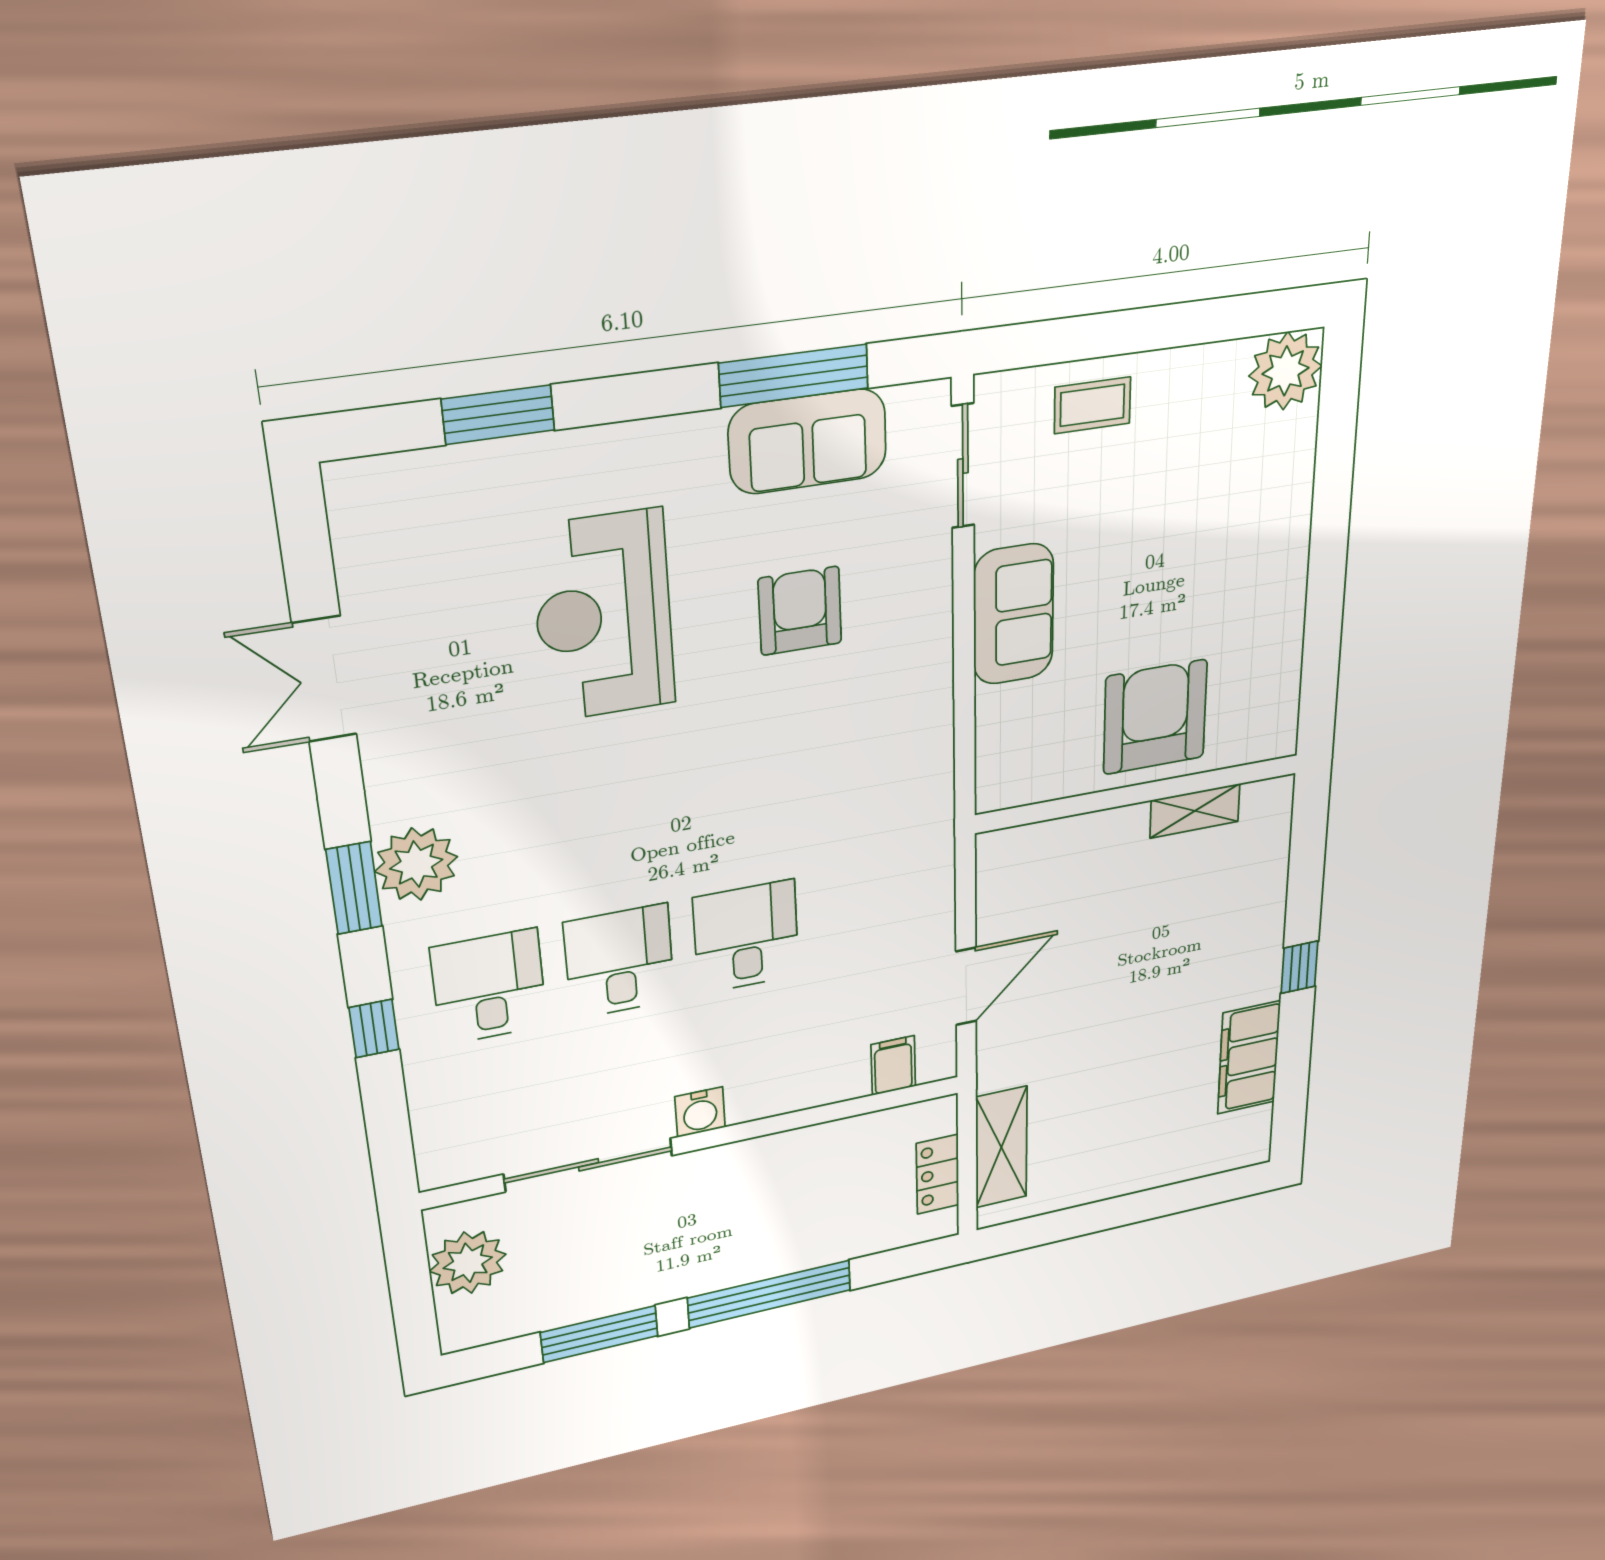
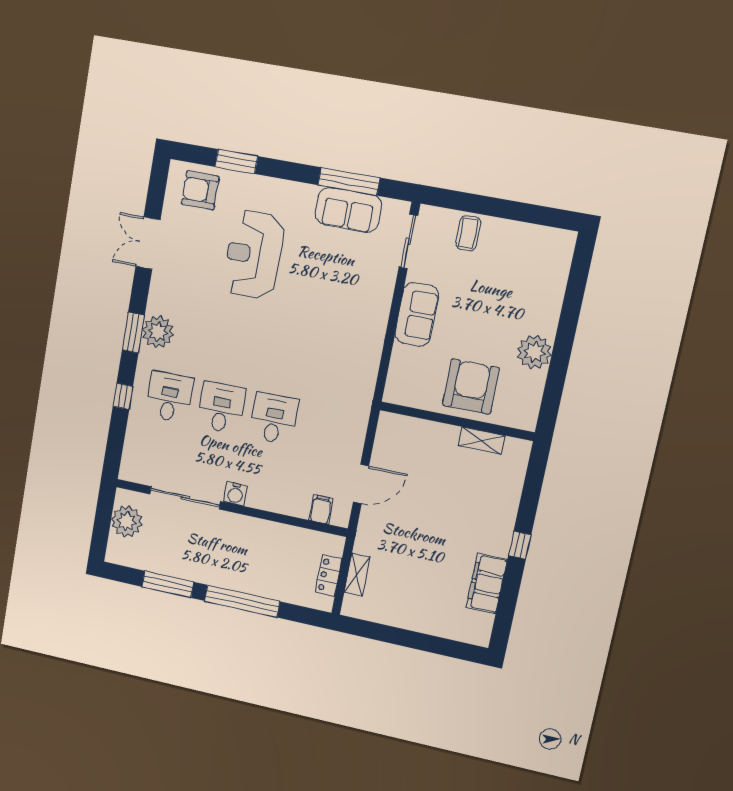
plant: (1286, 371) -> (534, 352), moved
coffee table: (1092, 405) -> (468, 233), turned 90
armchair: (800, 611) -> (200, 190), moved, turned -90
shelving: (1001, 1147) -> (357, 575), width x0.67, depth x0.75

